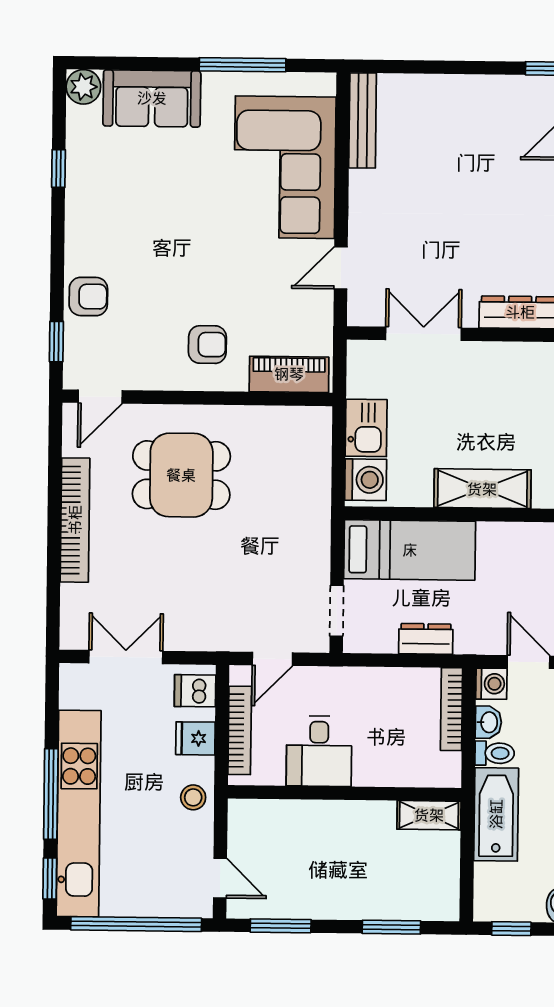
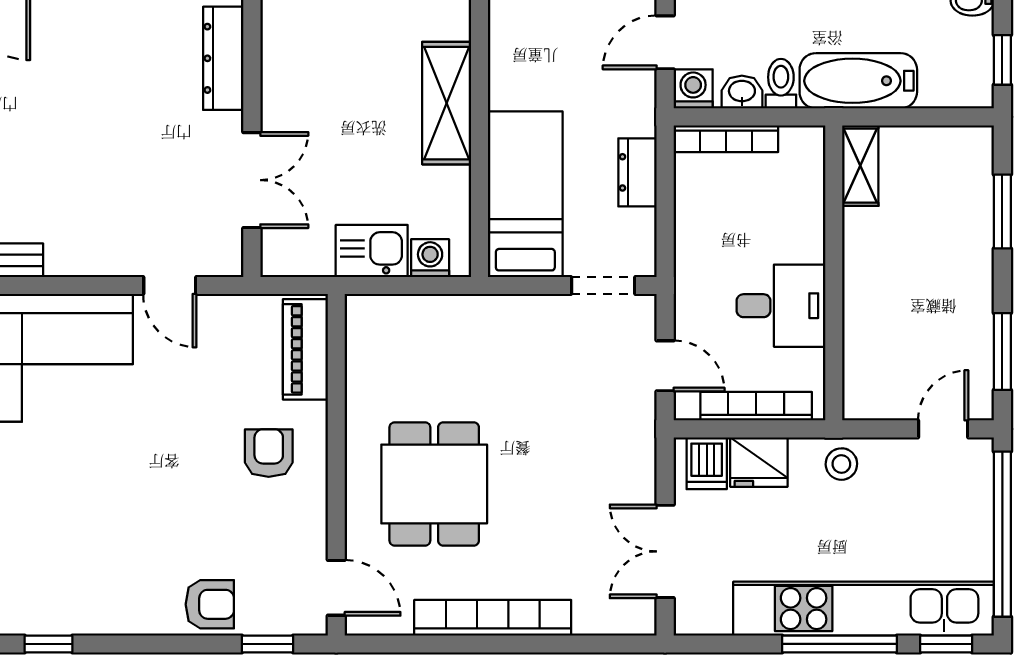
armchair: (88, 296) -> (210, 604), turned 90
double door: (423, 334) -> (252, 180), swing flipped
washing machine: (366, 480) -> (430, 258), width x0.73, depth x0.73
fridge: (195, 738) -> (759, 462), width x1.38

